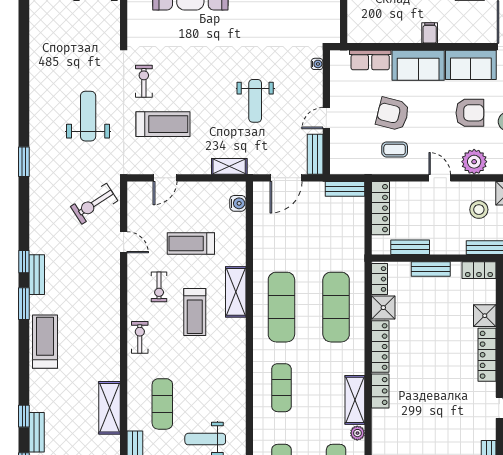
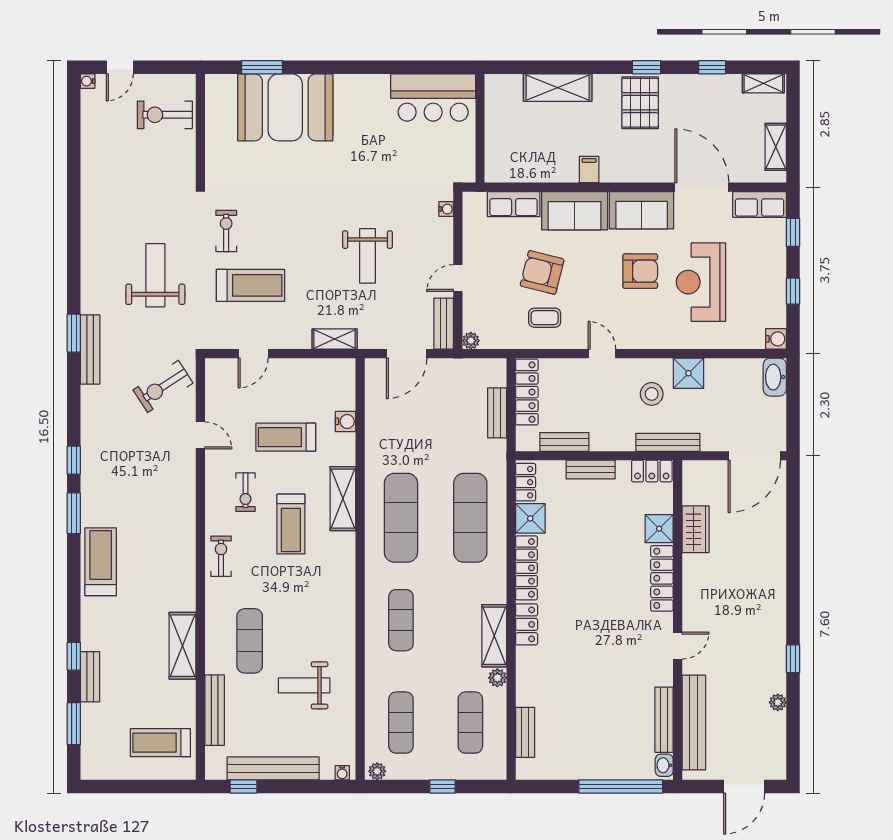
plant: (474, 162) -> (471, 341), moved, width x0.53, depth x0.53
bench: (345, 189) -> (497, 413), moved, turned 90
water cooler: (238, 203) -> (346, 421), moved
bench: (37, 275) -> (90, 349), moved, width x1.36

